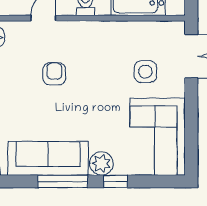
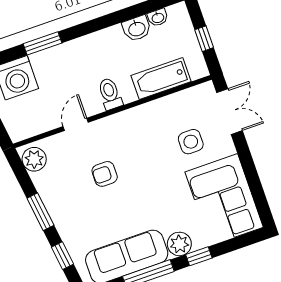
armchair: (54, 74) -> (105, 174), turned -90

